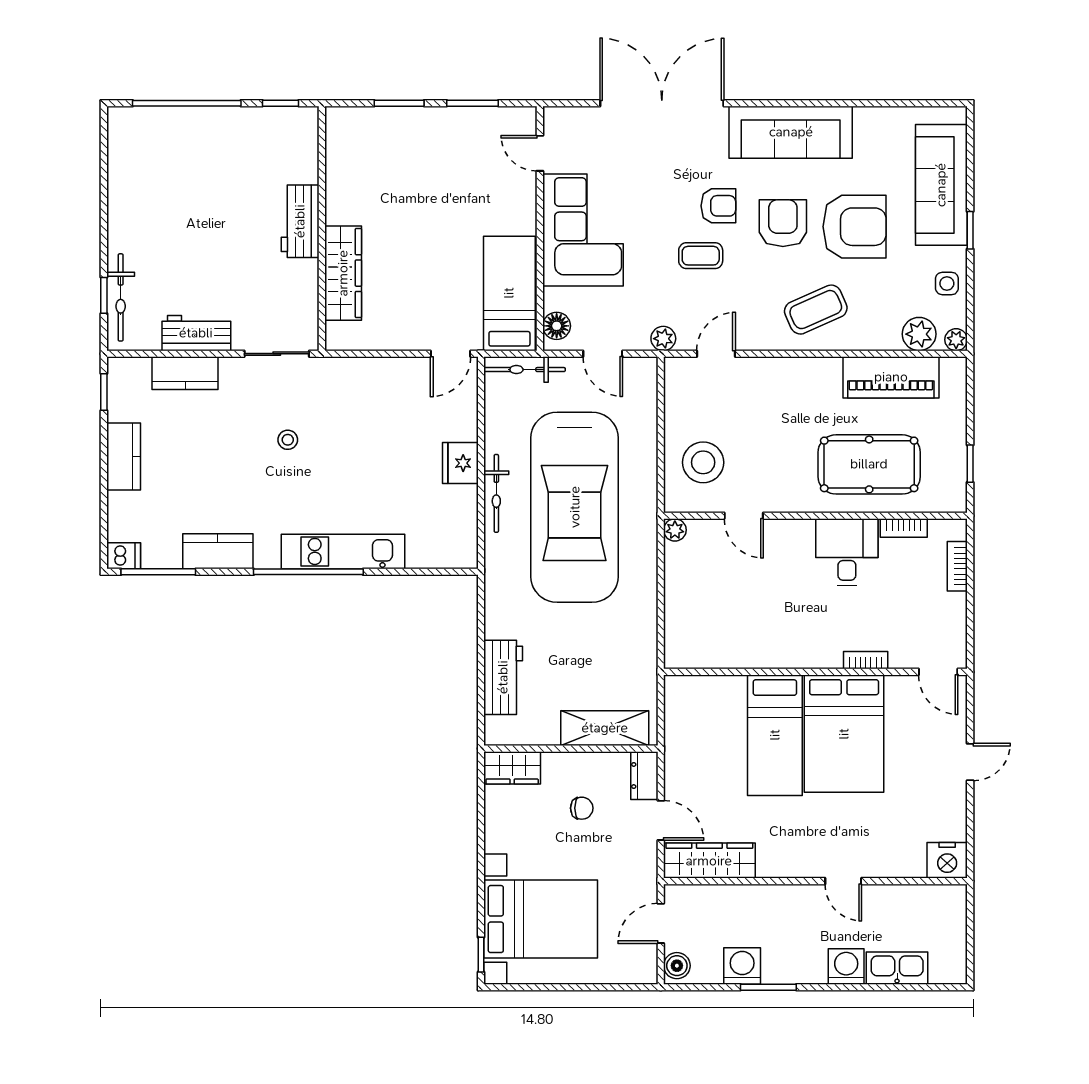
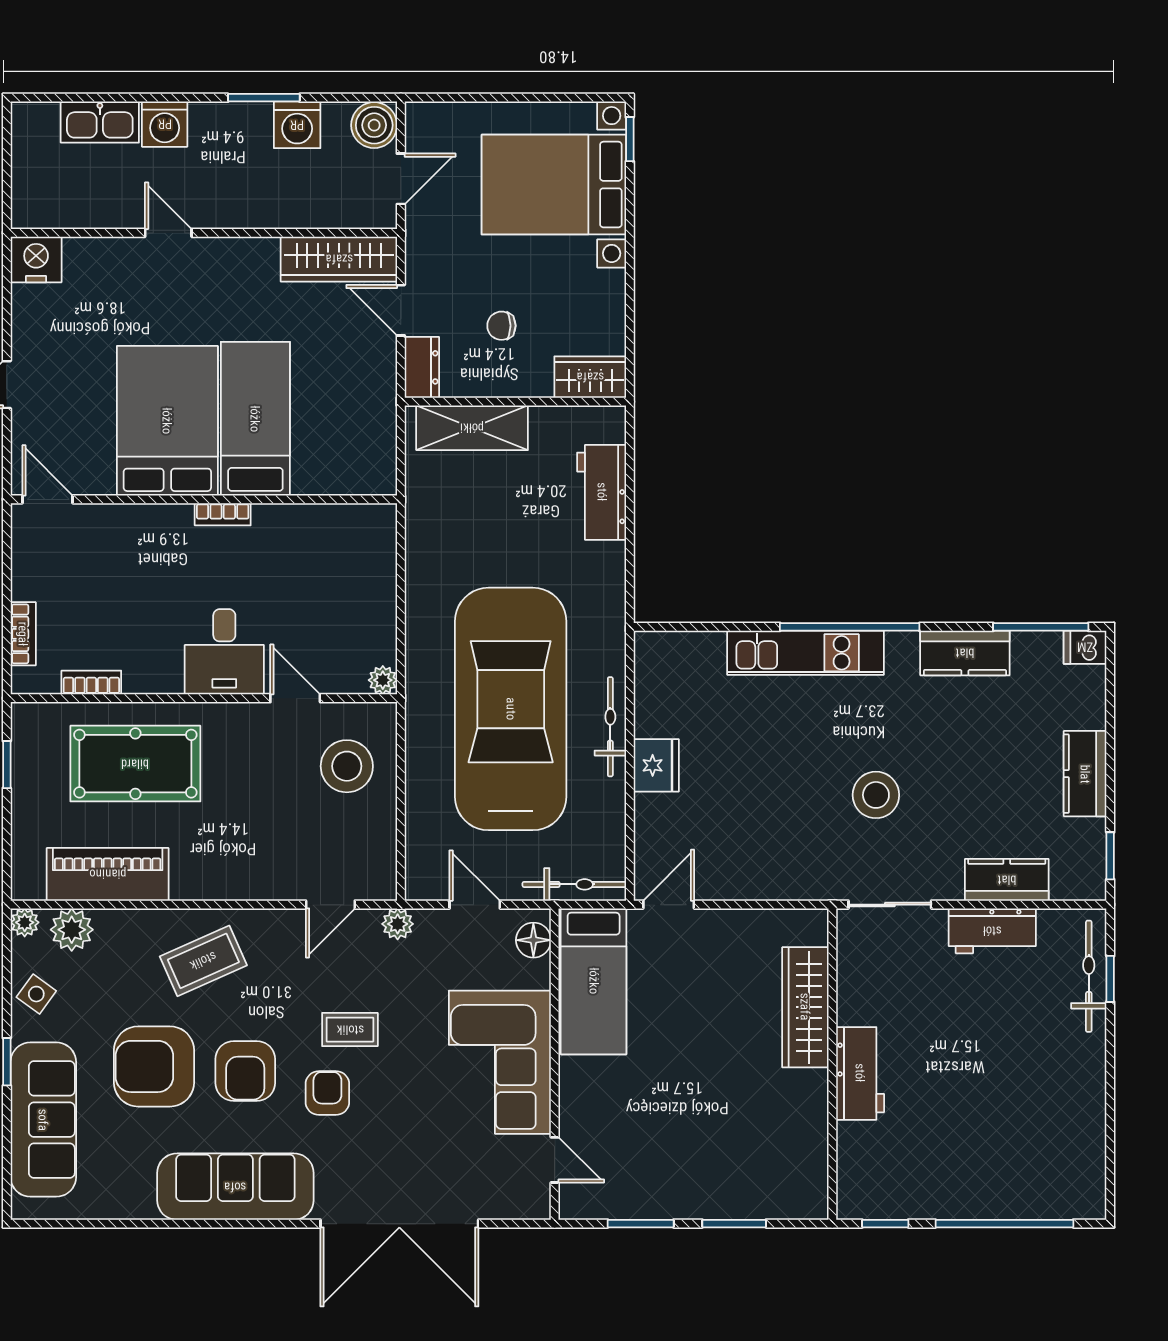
armchair: (718, 206) -> (327, 1093), turned 90
side table: (947, 283) -> (36, 994), turned 36
stool: (288, 440) -> (876, 795), width x1.89, depth x1.89
desk: (847, 552) -> (224, 652), moved
bookcase: (866, 660) -> (223, 514), moved
boiler: (677, 966) -> (374, 125), width x1.36, depth x1.36

